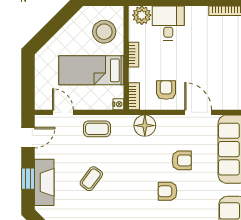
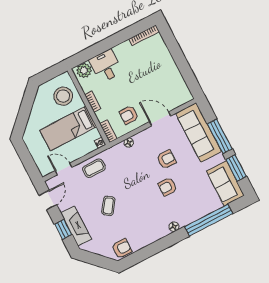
armchair: (166, 90) -> (129, 115), turned -90
floor lamp: (145, 126) -> (129, 143), width x0.53, depth x0.53

